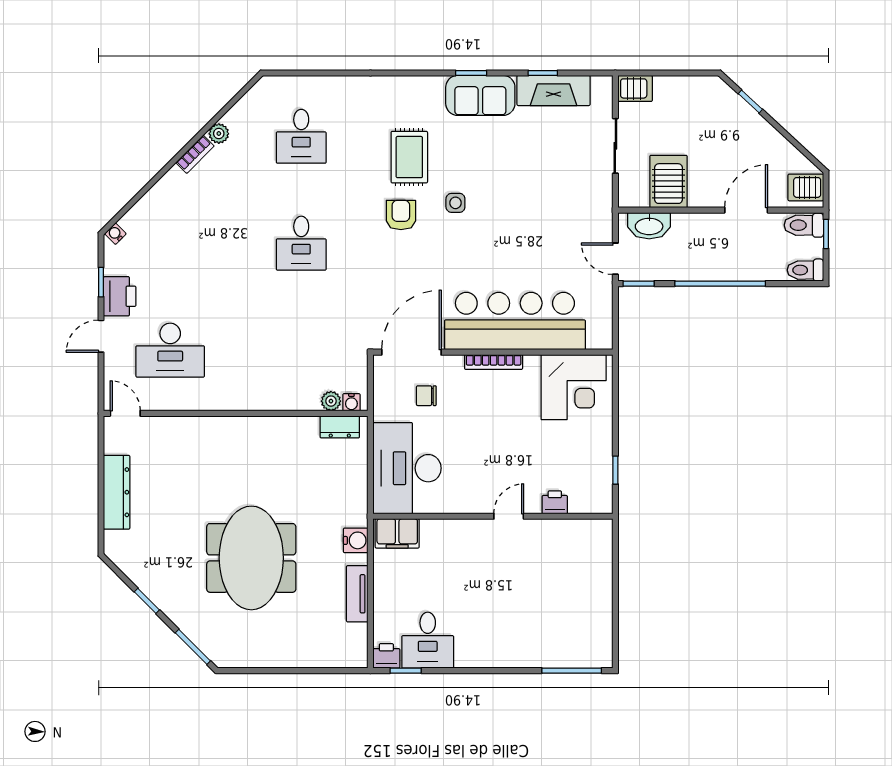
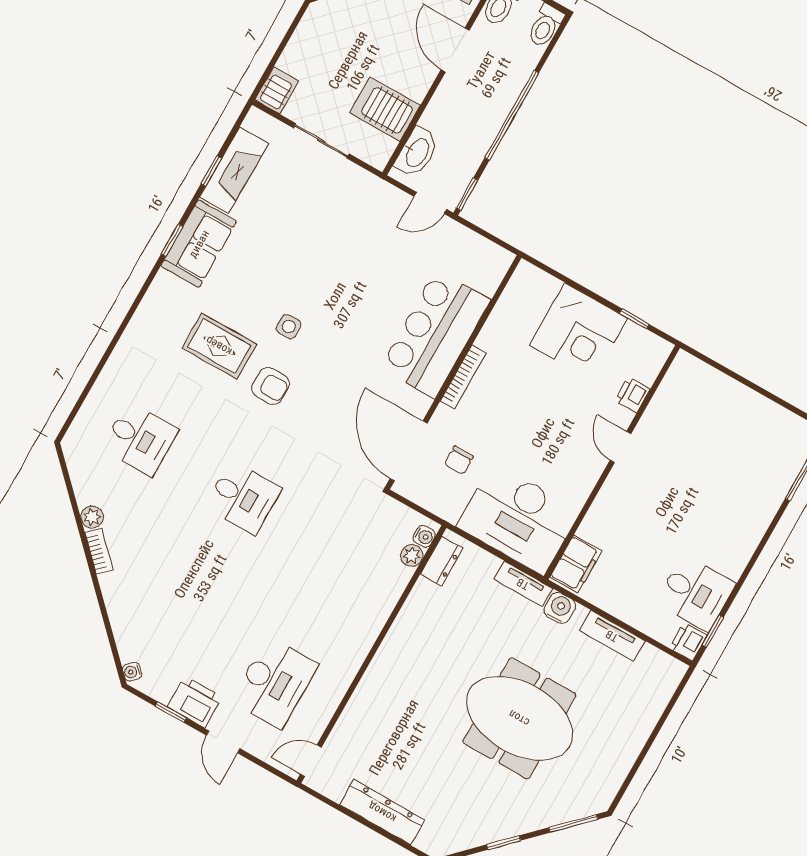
armchair: (401, 215) -> (270, 386), turned 180
bar counter: (515, 321) -> (435, 334), width x0.73
corner desk: (574, 387) -> (578, 332), moved, turned 90
tv unit: (358, 501) -> (523, 584), added

